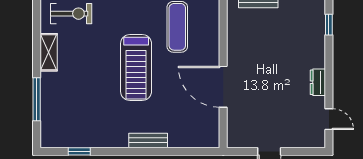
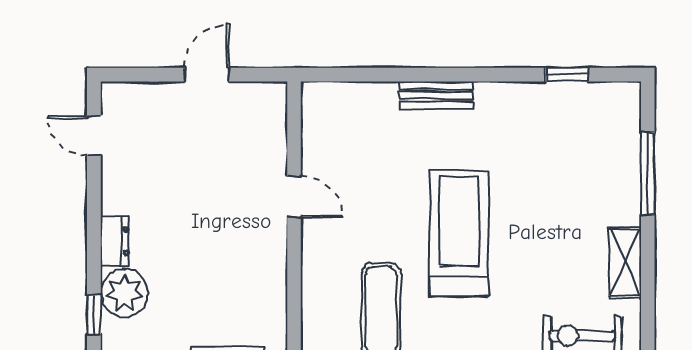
plant: (313, 36) -> (124, 293), added
dresser: (318, 82) -> (115, 241), moved
door: (223, 87) -> (294, 197), width x0.53

